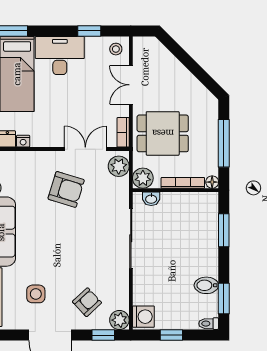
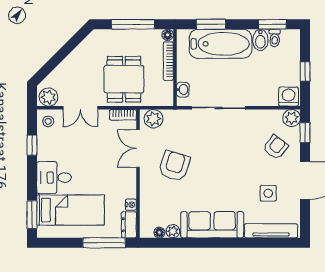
desk: (60, 56) -> (54, 178), width x0.73
plant: (143, 178) -> (48, 97), moved
bathtub: (202, 241) -> (220, 44), added
armchair: (87, 302) -> (276, 147), turned 81
toilet: (209, 324) -> (275, 38), moved

